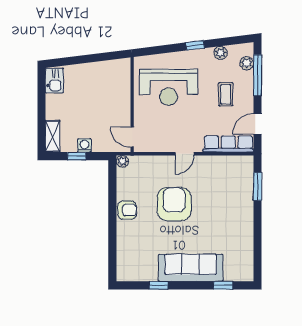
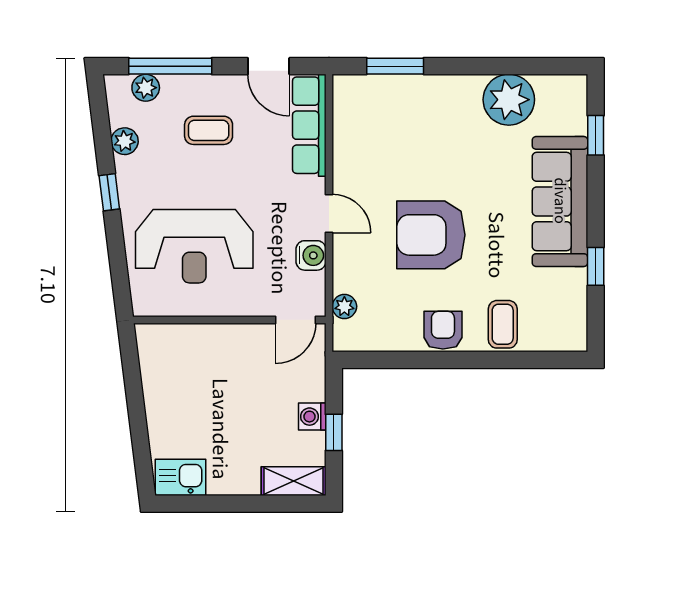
reception desk: (169, 87) -> (194, 246), turned 90
water cooler: (164, 145) -> (311, 255), added
plant: (122, 161) -> (344, 306), moved
coffee table: (130, 240) -> (503, 324), added
plant: (241, 243) -> (509, 100), added

